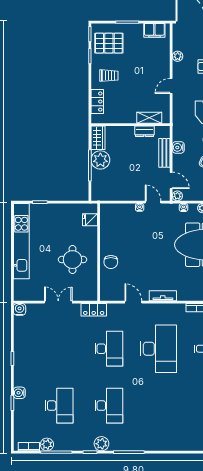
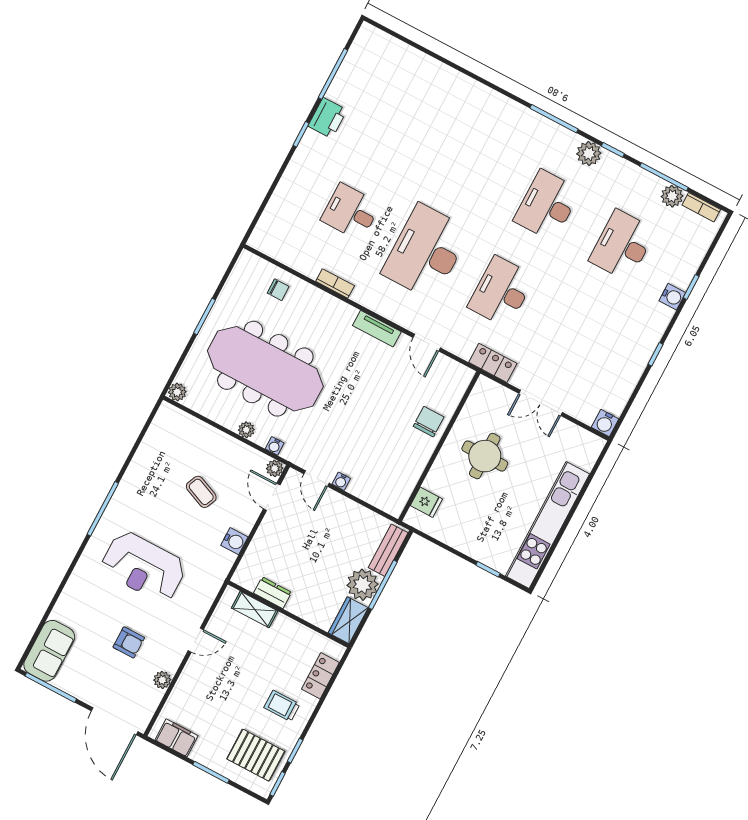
bench: (164, 153) -> (388, 550), moved

